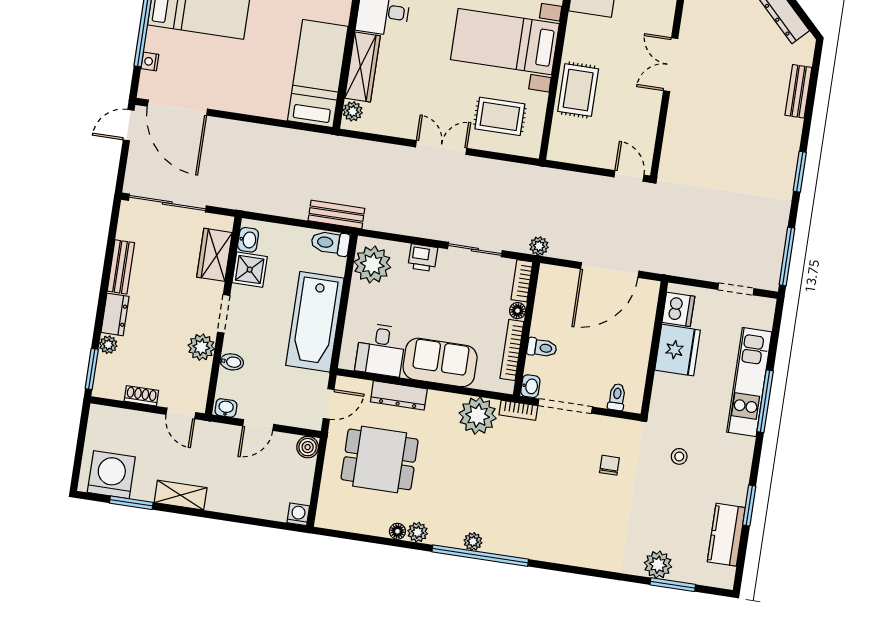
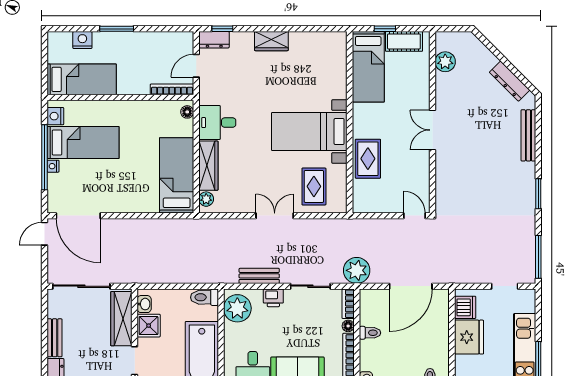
nightstand: (150, 61) -> (53, 166), moved
bench: (798, 91) -> (528, 135), width x1.36
rug: (500, 116) -> (314, 186), turned 90
bench: (336, 214) -> (259, 276), moved
plant: (539, 246) -> (357, 270), width x1.88, depth x1.88
wardrobe: (214, 255) -> (121, 319), width x1.50
toilet: (542, 348) -> (370, 333), moved

